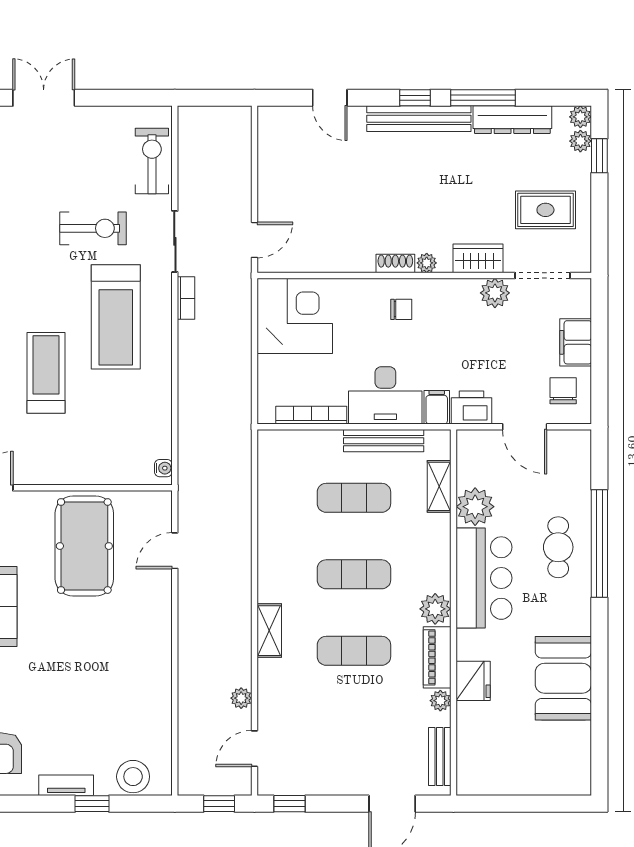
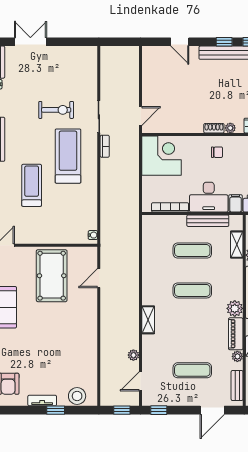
exercise bike: (152, 161) -> (87, 75), removed
treadmill: (116, 317) -> (68, 156), turned 180
exercise mat: (354, 651) -> (192, 370), moved

